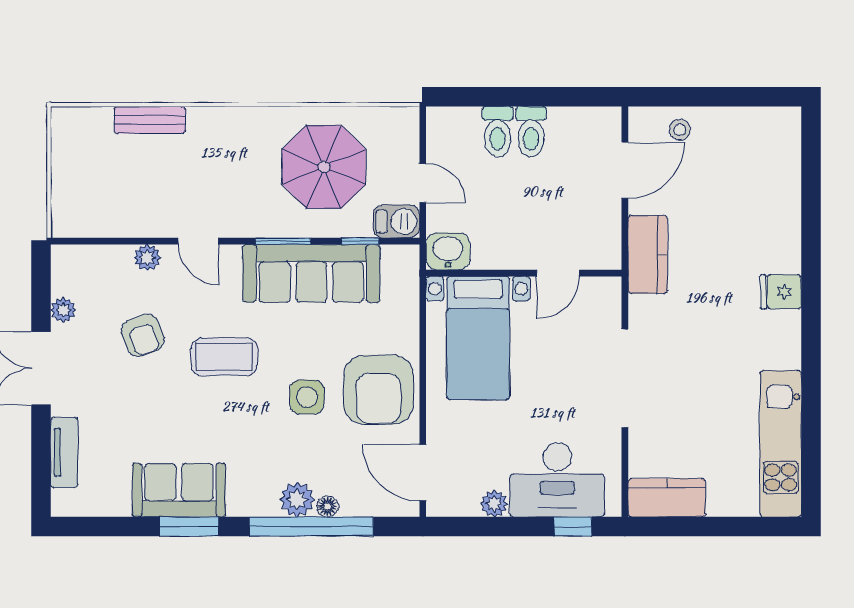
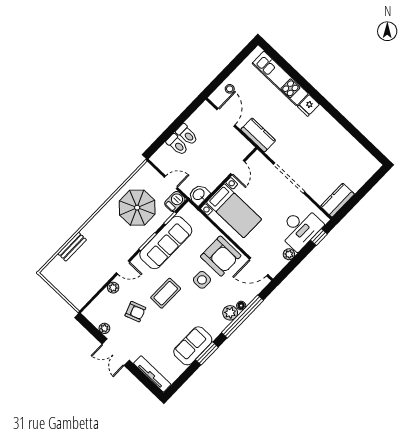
kitchen unit: (781, 444) -> (280, 78), moved
tv unit: (64, 452) -> (152, 374), width x1.41

